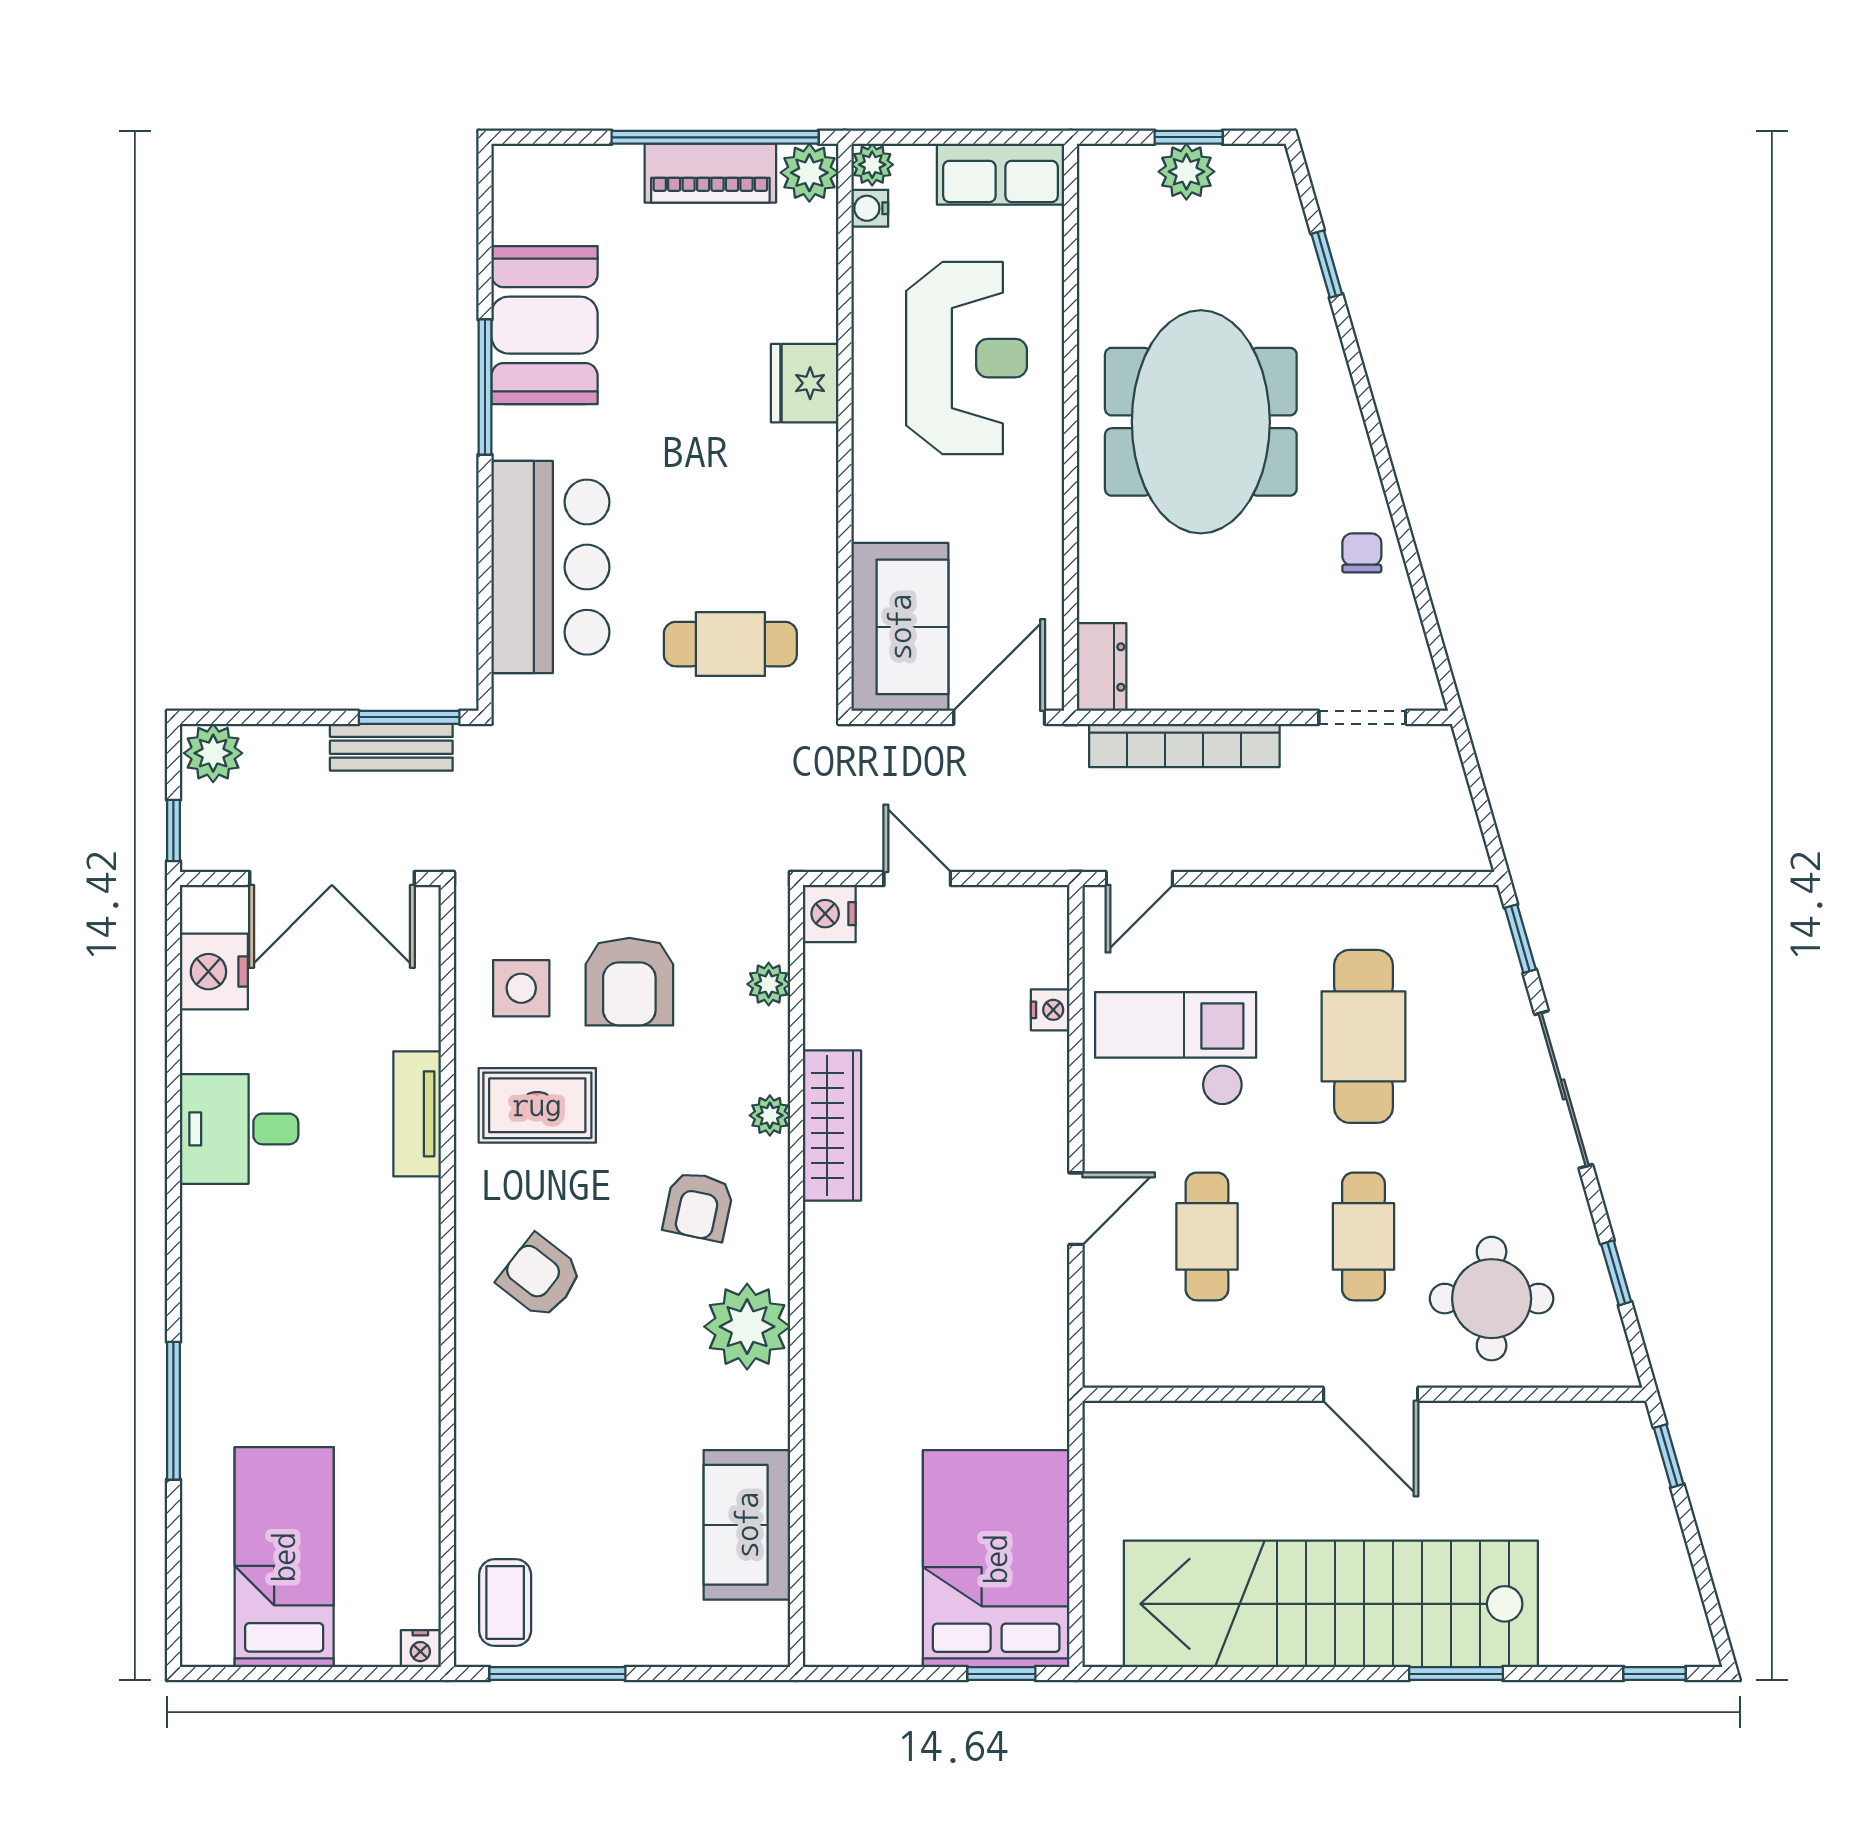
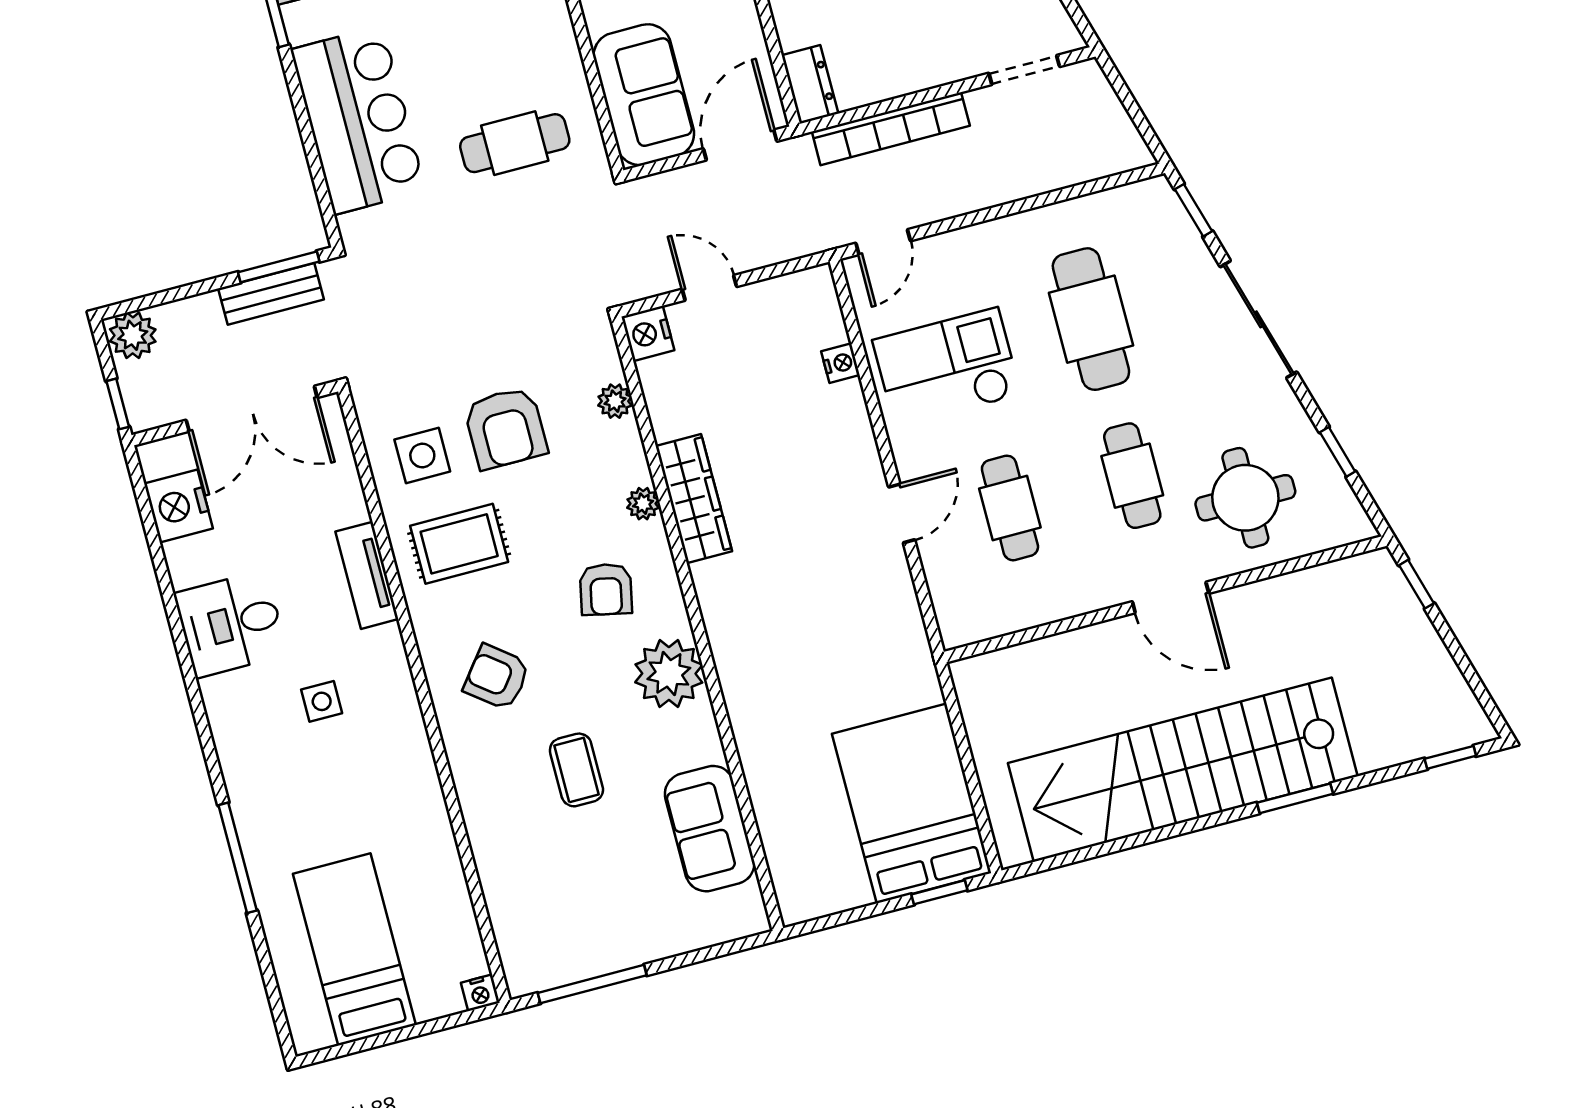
side table: (323, 1250) -> (322, 701), added
coffee table: (505, 1603) -> (576, 770), moved

